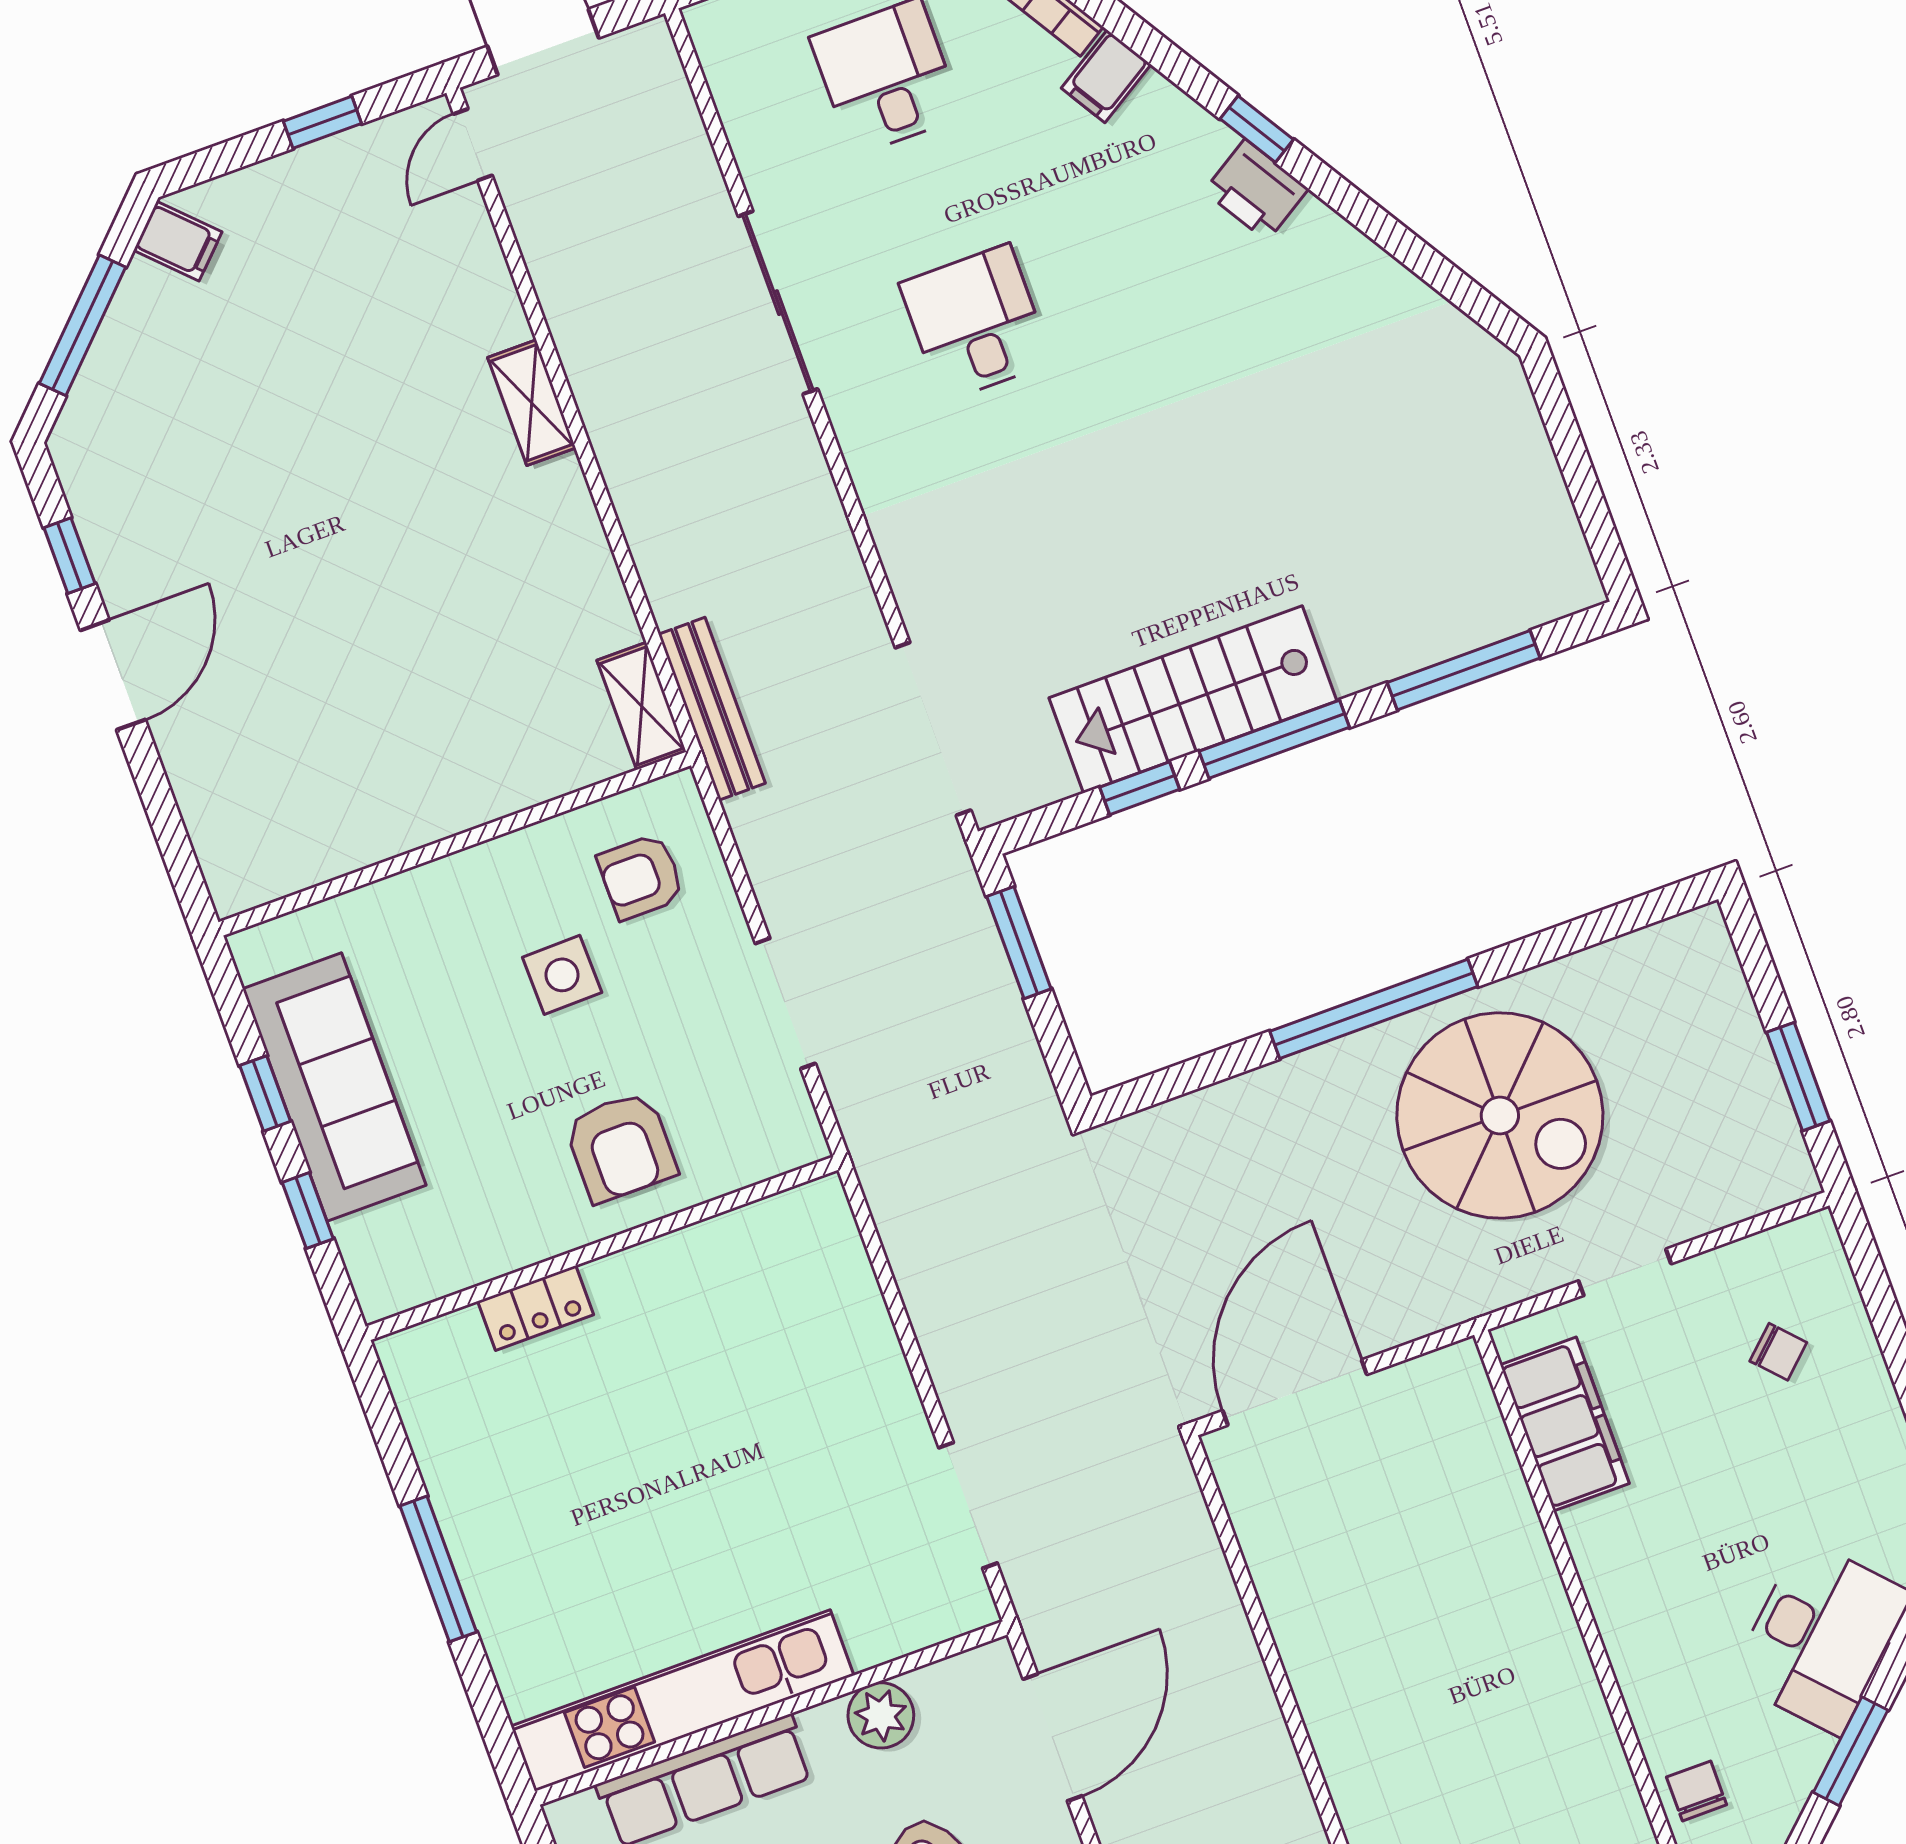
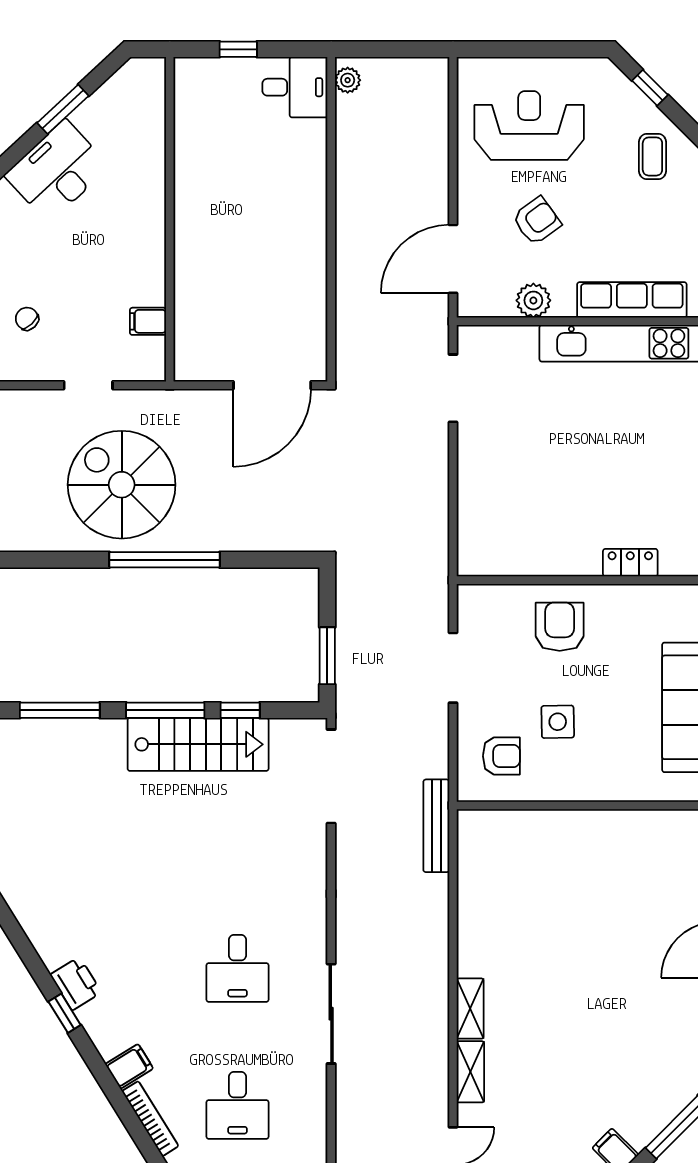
shelving: (642, 706) -> (470, 1072), moved
filing cabinet: (1565, 1424) -> (148, 321), width x0.33, depth x0.86
chair: (1697, 1791) -> (146, 117), removed

